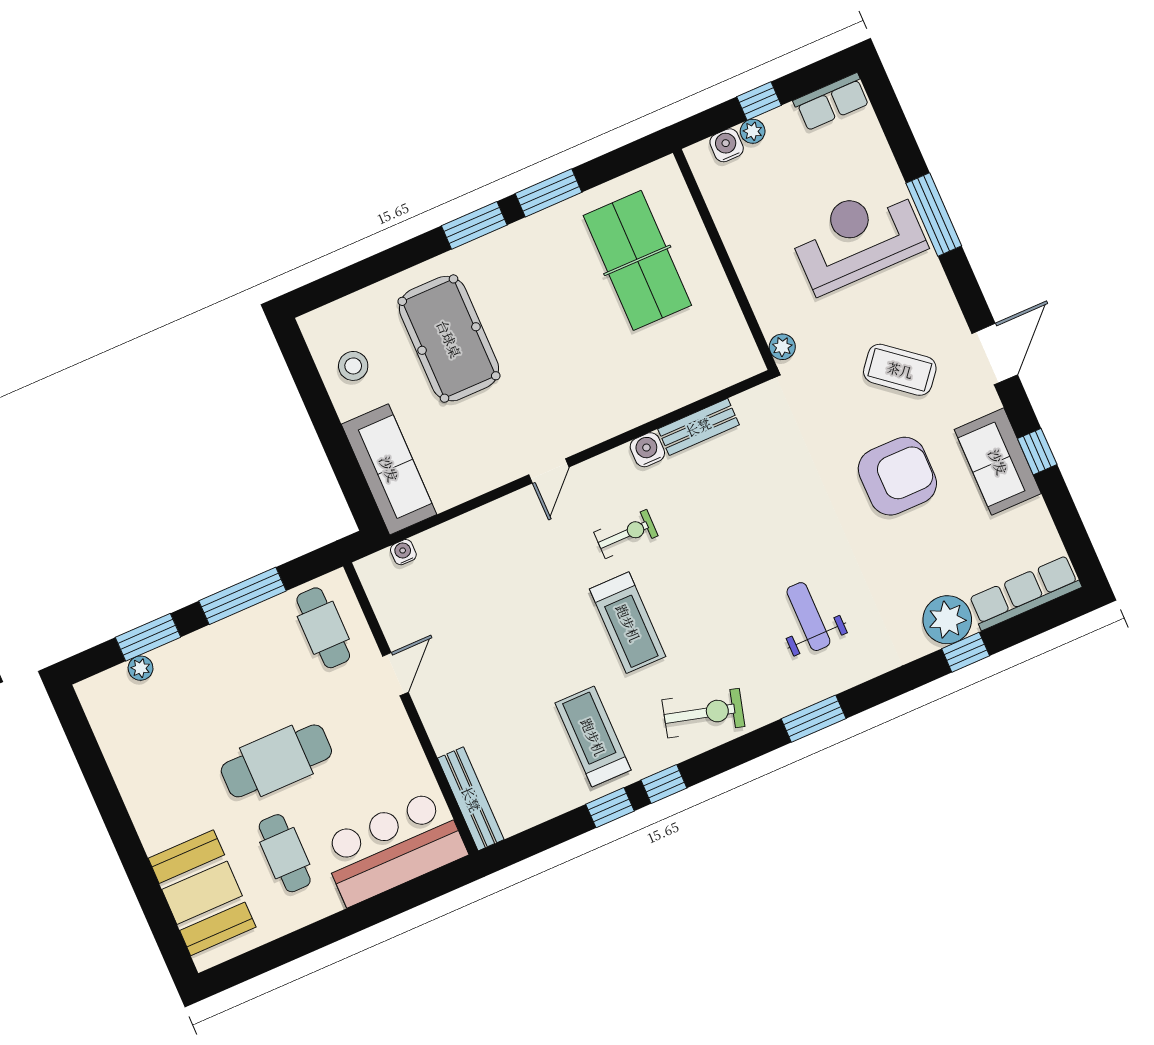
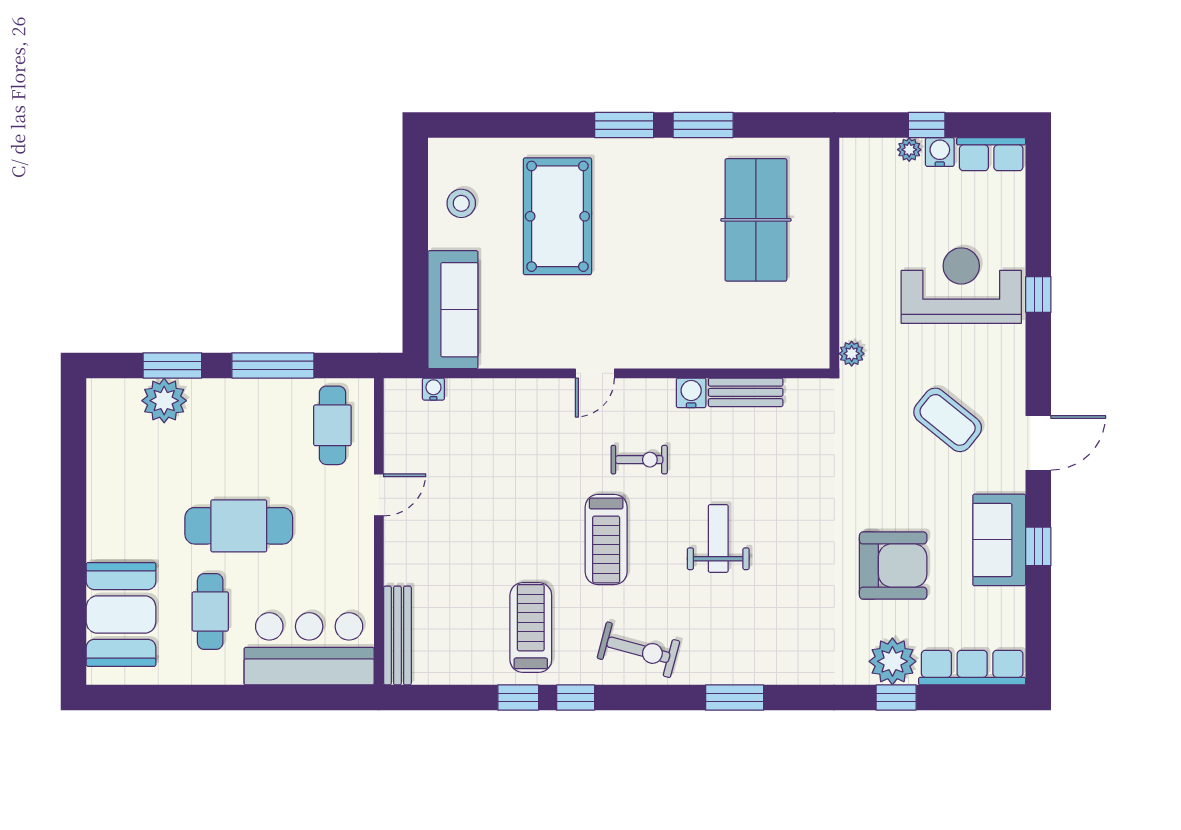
water cooler: (727, 145) -> (940, 152), moved
window: (934, 214) -> (1038, 294), width x0.46
armchair: (897, 476) -> (893, 566), moved
weight bench: (808, 617) -> (718, 538), moved
plant: (141, 668) -> (164, 401), width x1.88, depth x1.88

